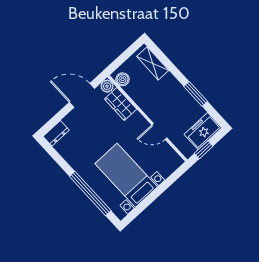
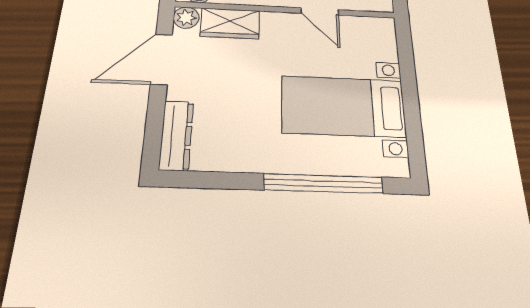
door: (159, 131) -> (320, 11), hinge flipped
dresser: (56, 133) -> (176, 135), width x1.44

